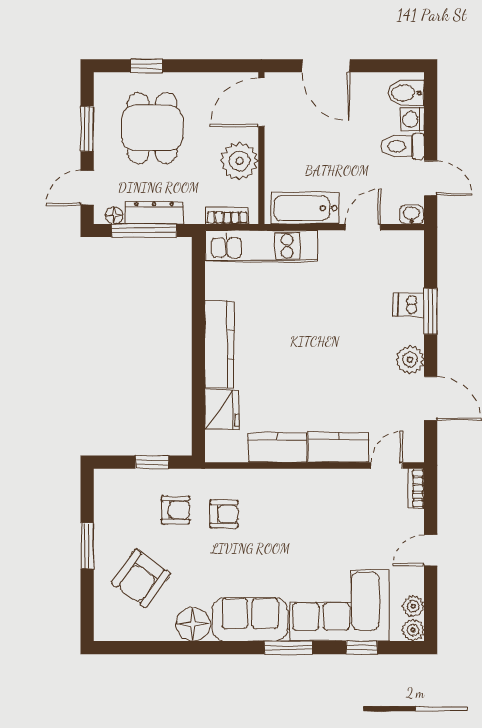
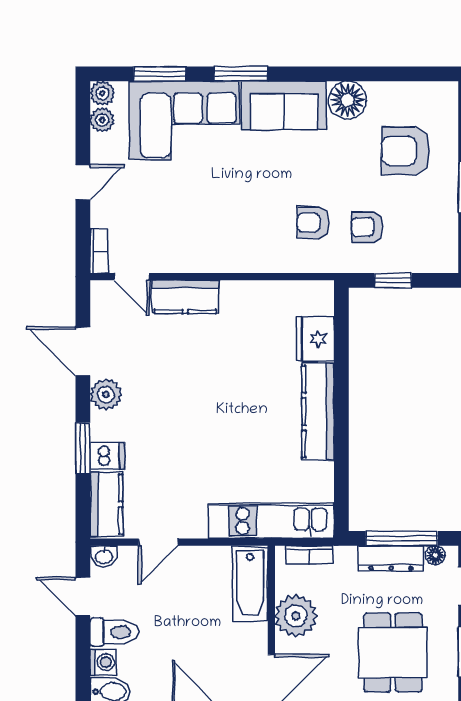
bathtub: (305, 208) -> (250, 584), moved, turned 90
kitchen counter: (277, 448) -> (106, 504), moved, turned -90
door: (387, 465) -> (132, 277), hinge flipped
armchair: (141, 578) -> (406, 151), turned -126
window: (362, 648) -> (160, 74), width x1.50

